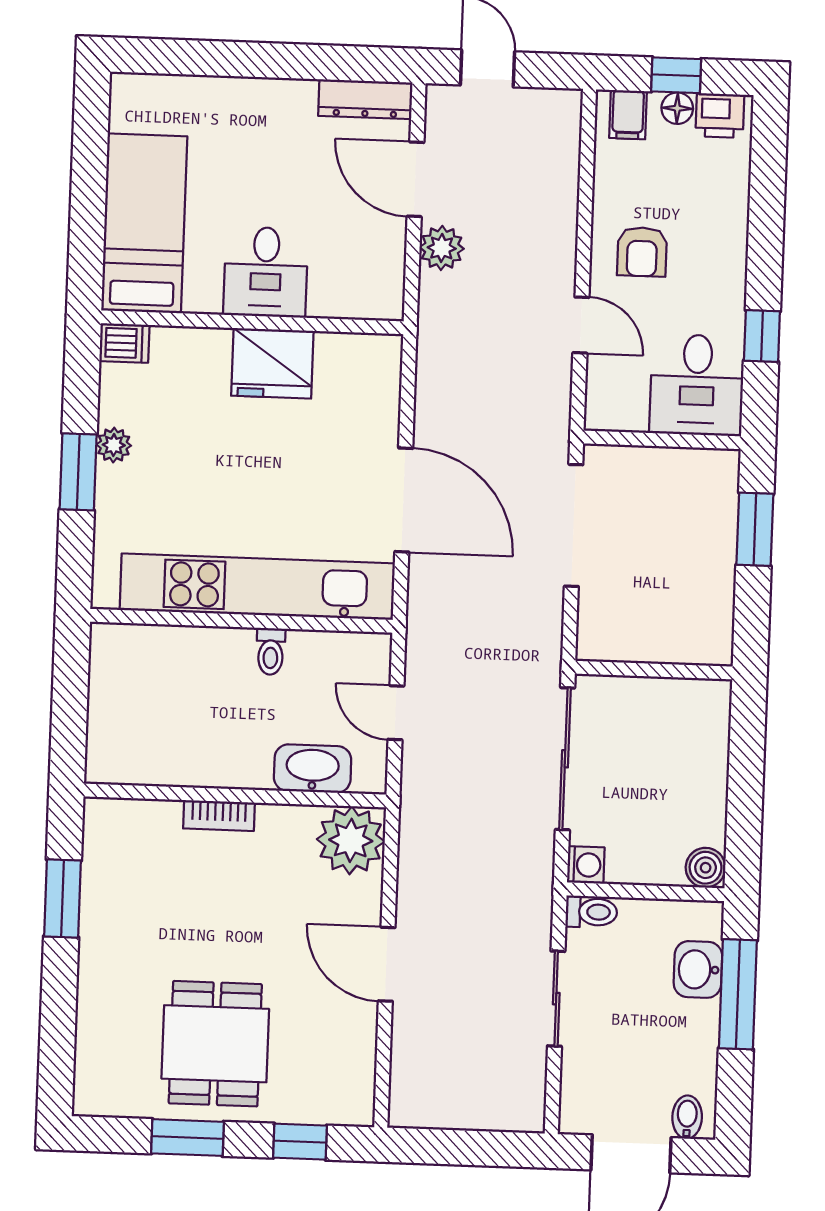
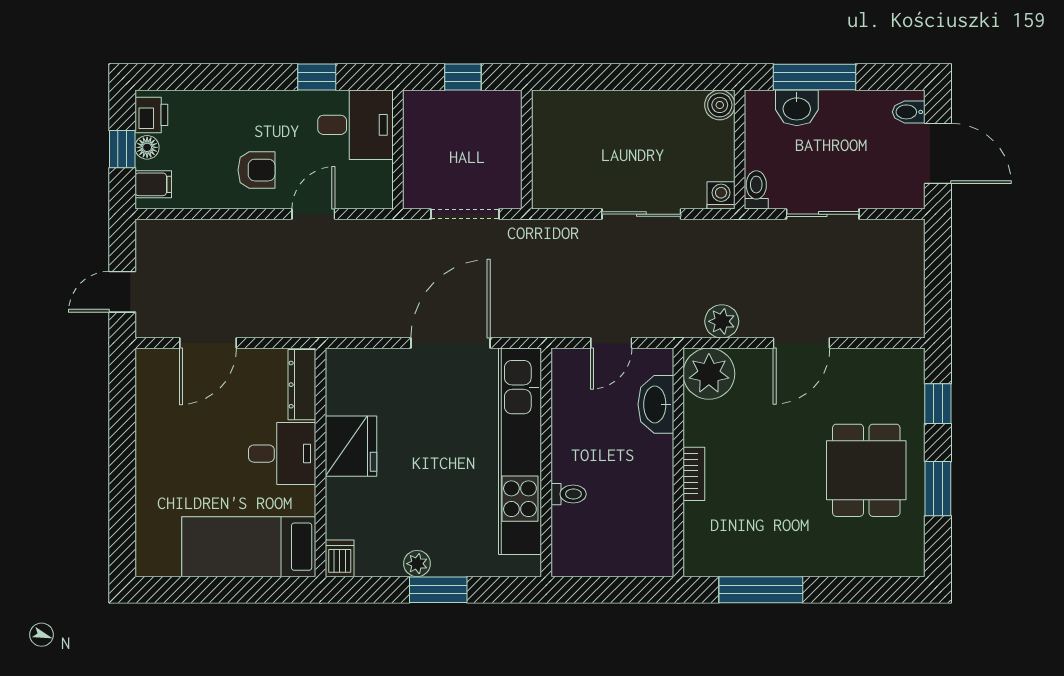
dresser: (365, 99) -> (302, 385), moved, turned 180
plant: (442, 248) -> (722, 321), moved
doorway: (574, 525) -> (465, 214), width x0.73
window: (755, 529) -> (463, 77), width x0.67
toilet: (271, 651) -> (569, 494), moved
wall: (654, 670) -> (527, 150), moved
sliding door: (565, 759) -> (641, 214), width x0.73
window: (63, 898) -> (761, 590), width x1.44
dining table: (215, 1044) -> (866, 470), turned 90

